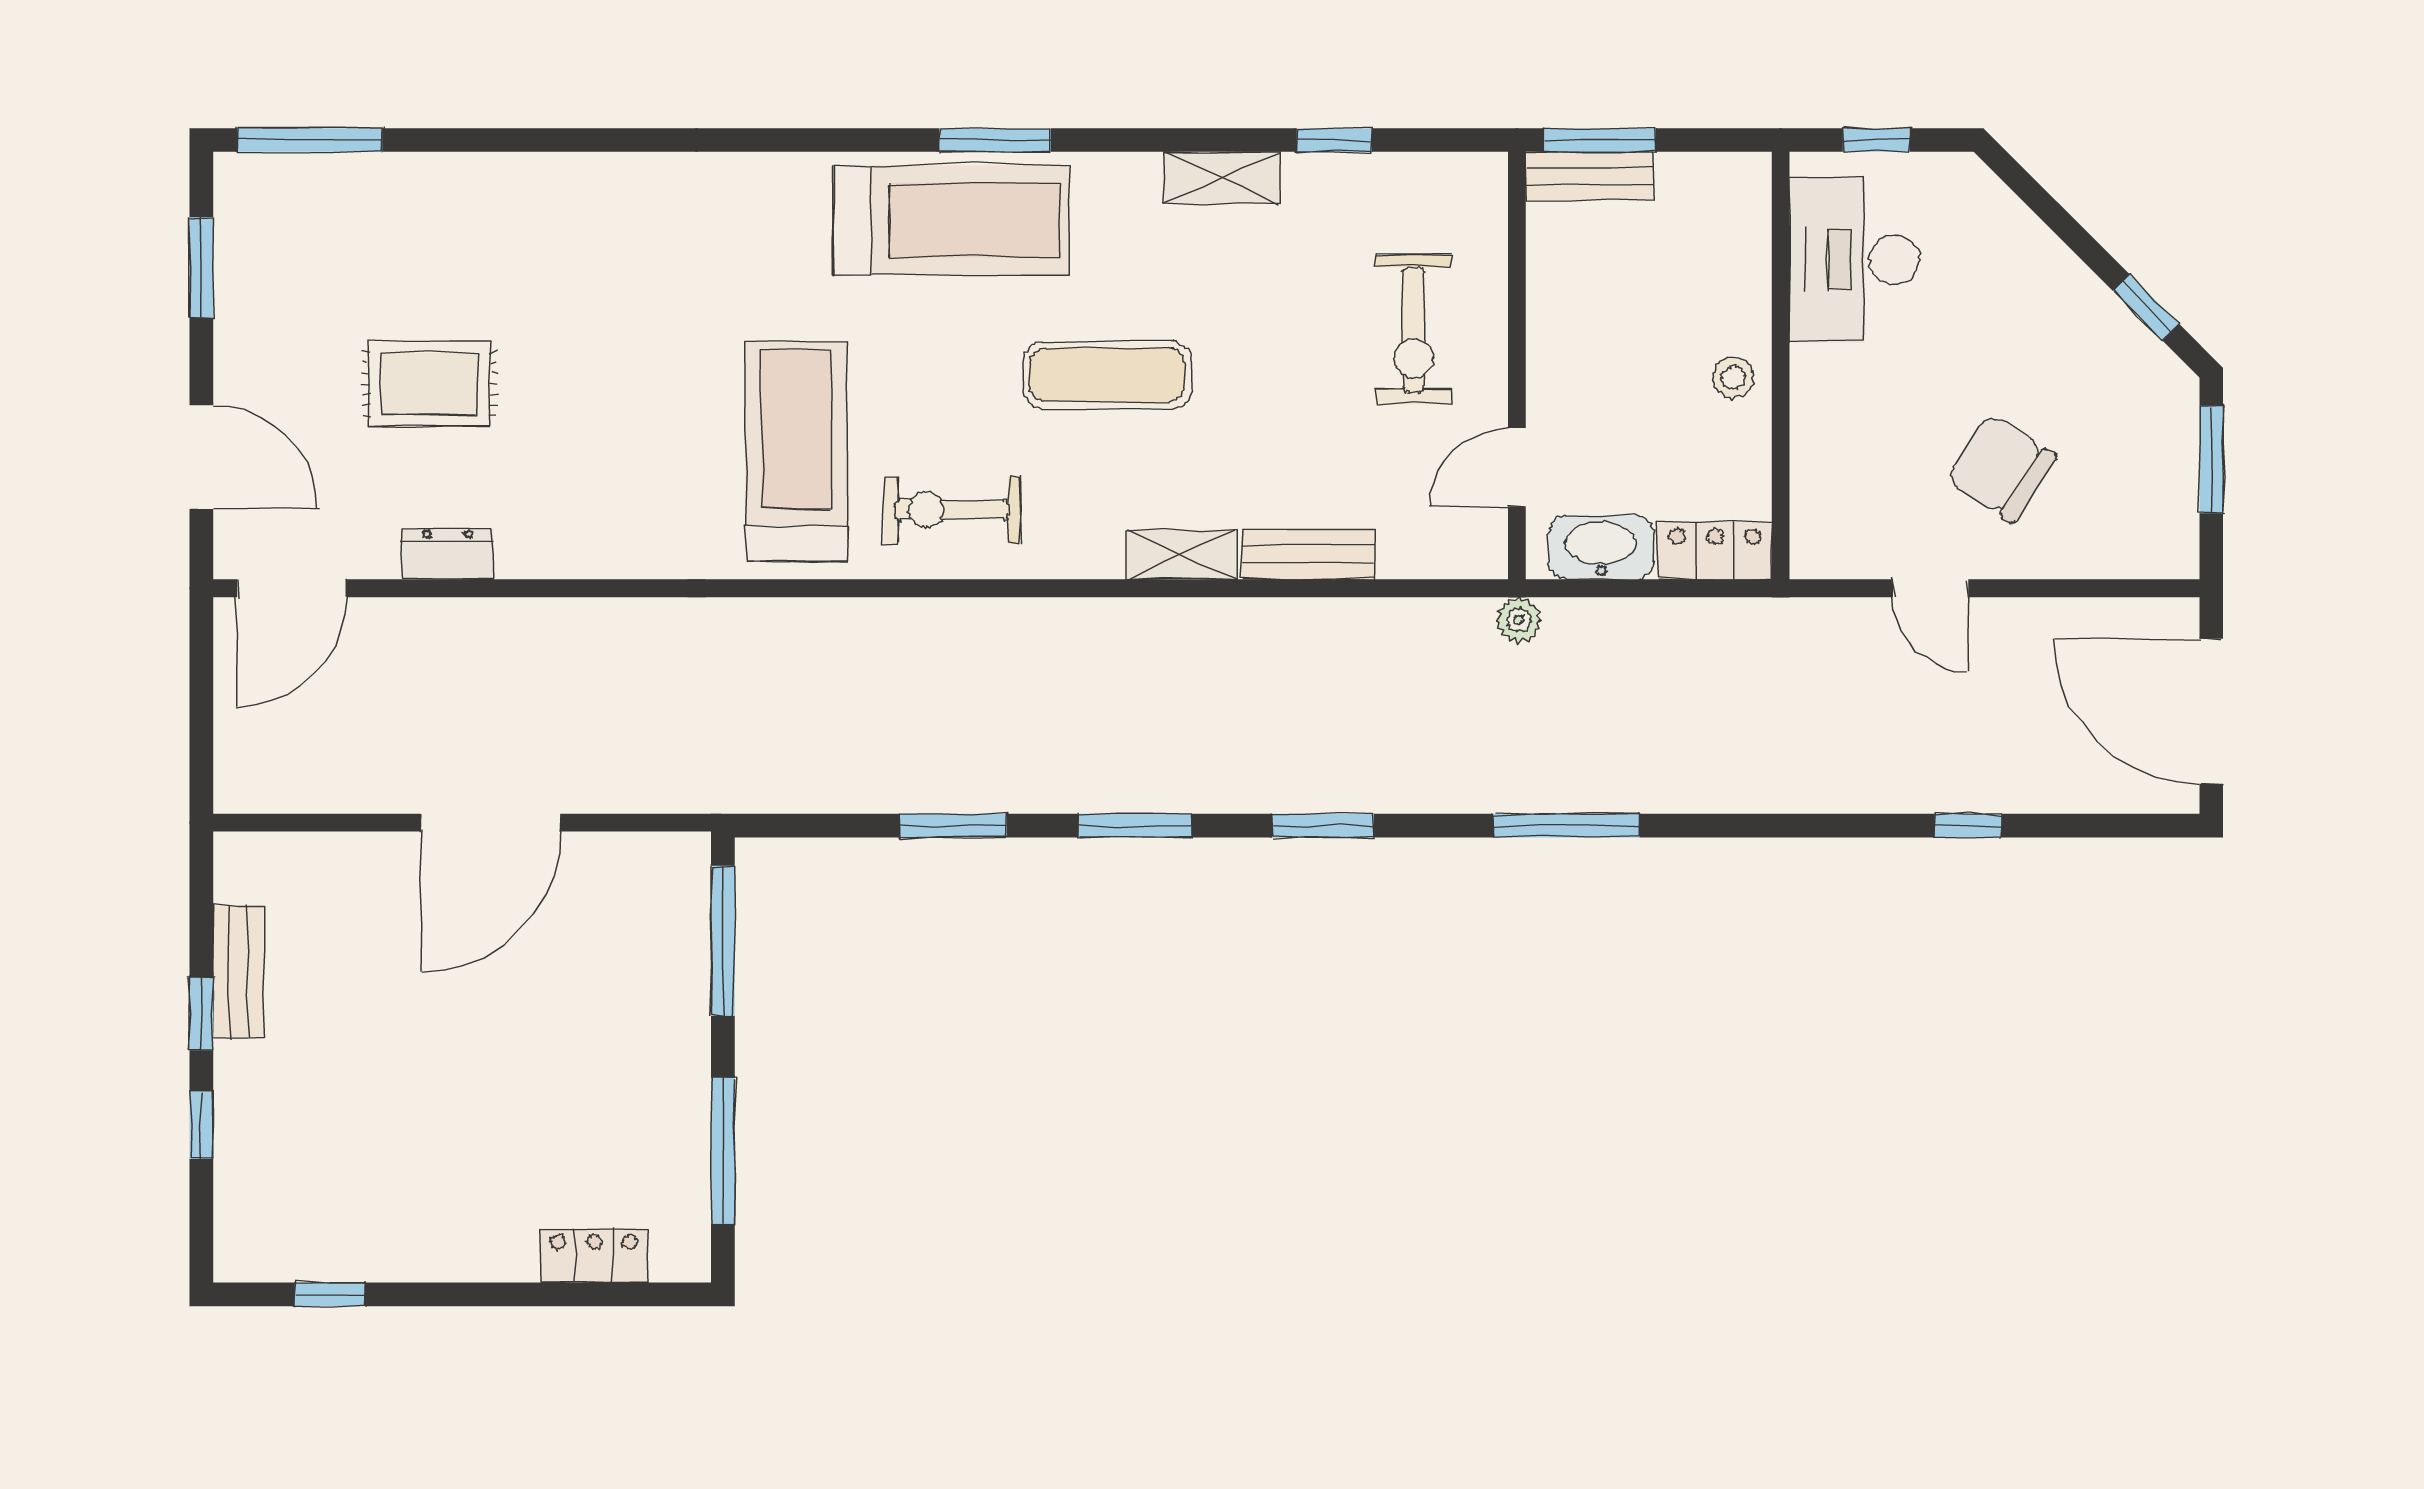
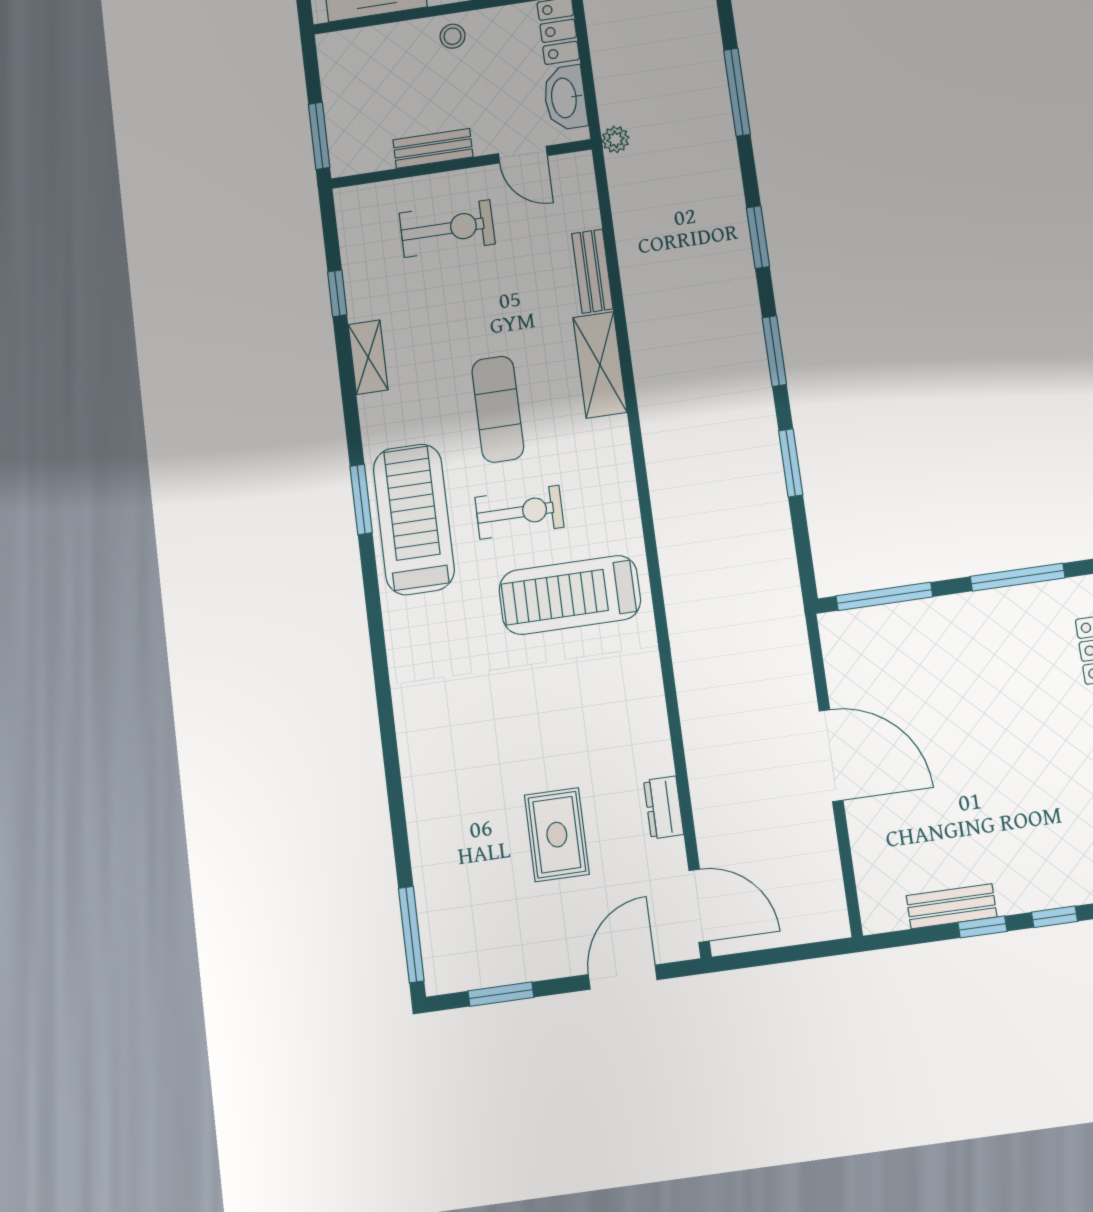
bench: (1589, 176) -> (433, 148), moved, turned 90
exercise bike: (952, 510) -> (519, 512), moved, turned -90
shelving: (1182, 555) -> (600, 365), width x1.50, depth x1.33

